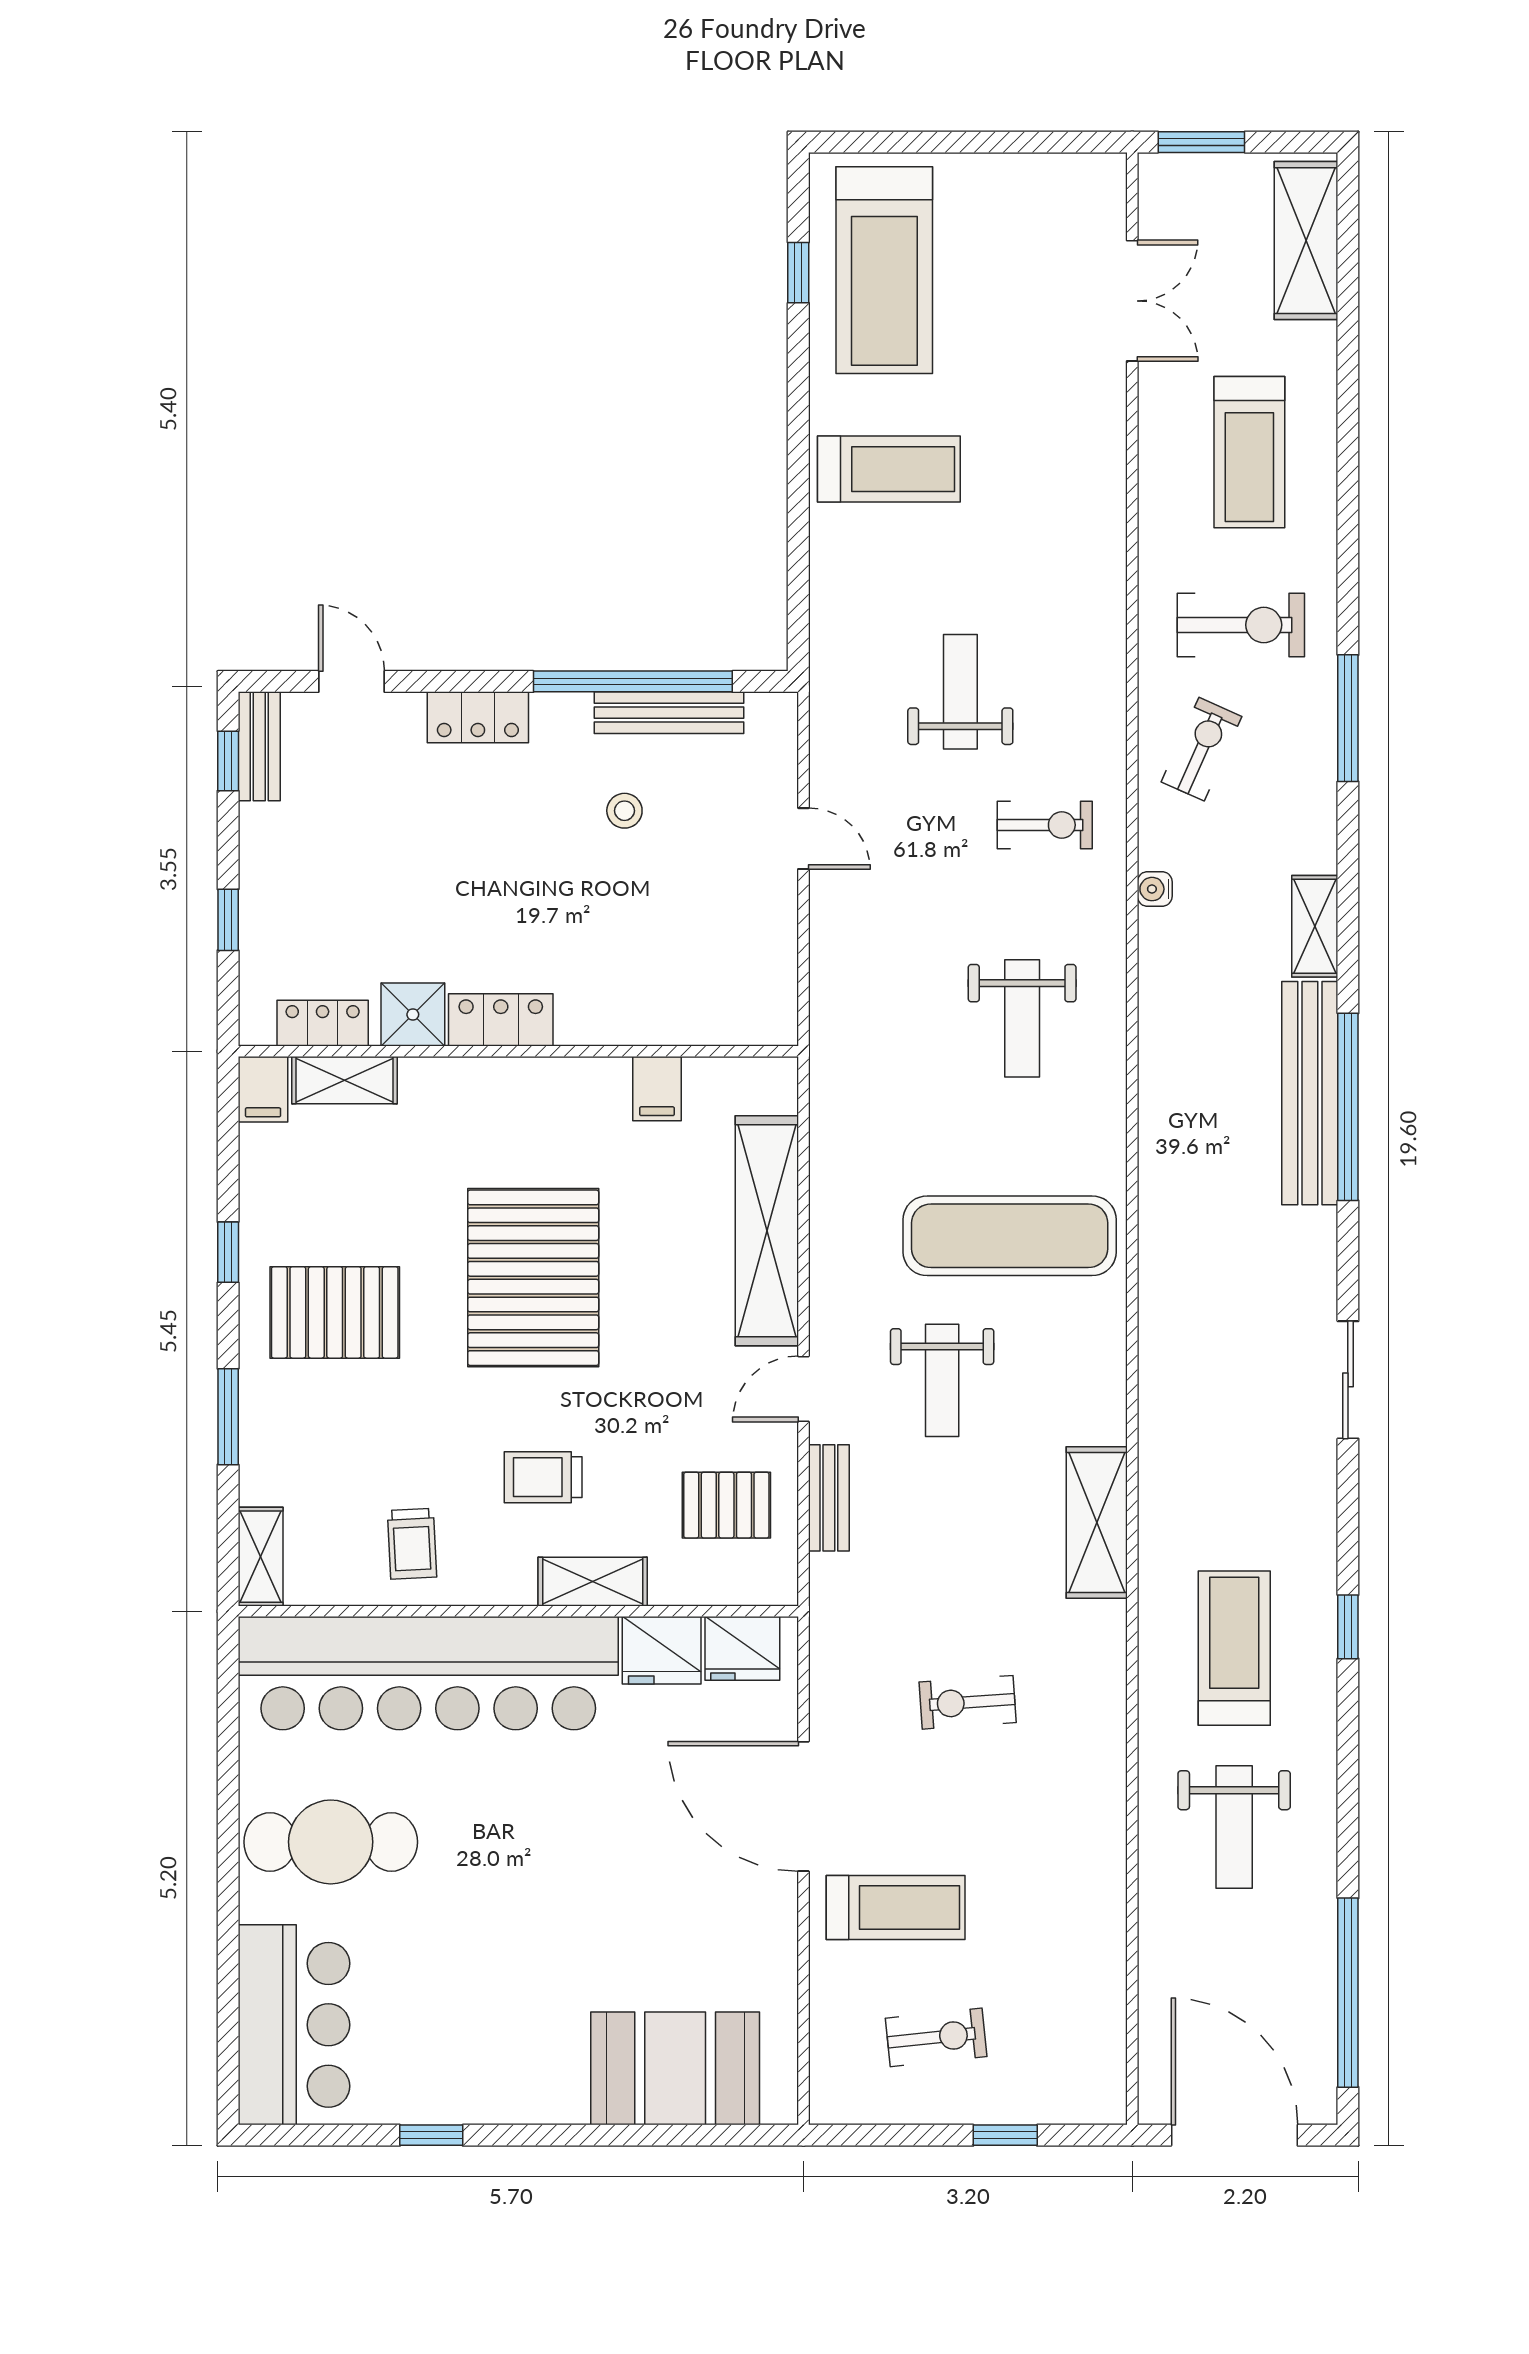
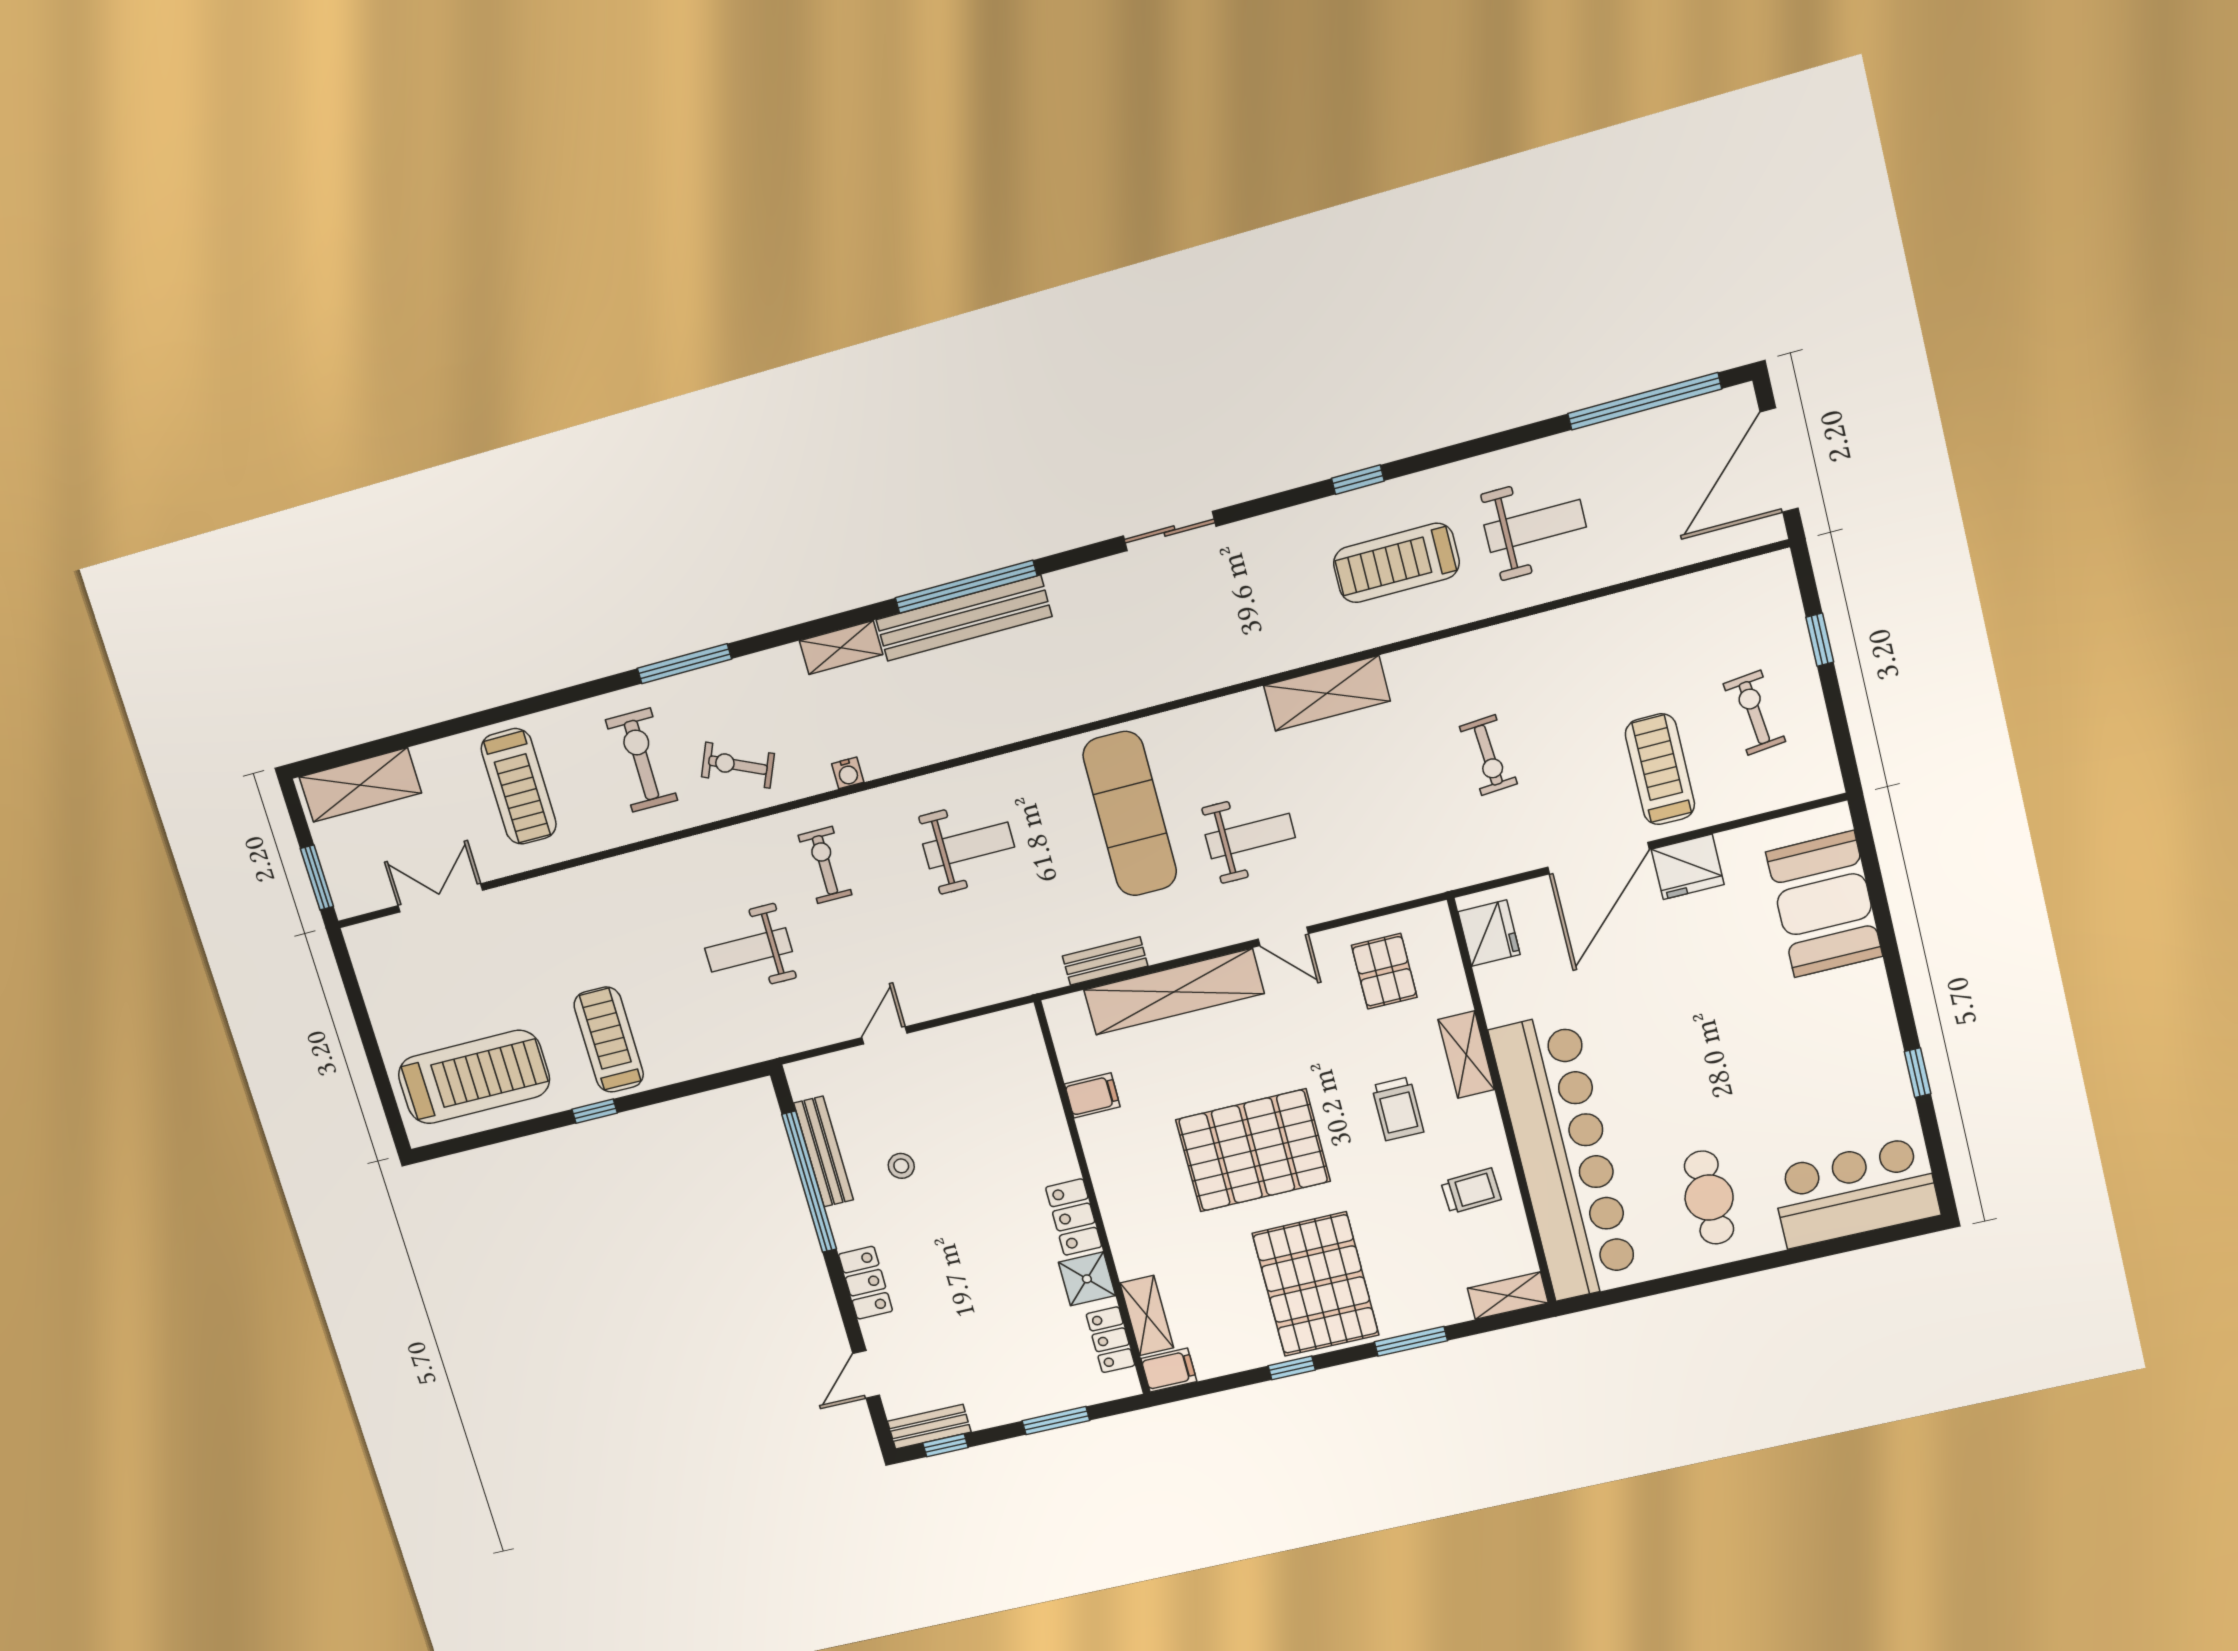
window: (798, 273) -> (595, 1111), moved
treadmill: (1249, 452) -> (519, 786), turned 90
window: (228, 920) -> (1056, 1421), width x1.50
pallet: (335, 1312) -> (1316, 1284), width x1.37, depth x1.41
bench: (829, 1498) -> (1105, 961), moved
fridge: (662, 1650) -> (1688, 867), moved, turned 90
cafe table: (331, 1842) -> (1709, 1198), width x0.73, depth x0.74

